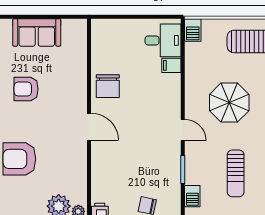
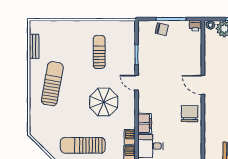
filing cabinet: (171, 65) -> (145, 123), width x2.00
barbecue: (192, 196) -> (130, 137), moved

